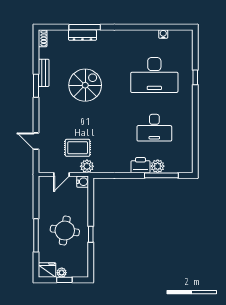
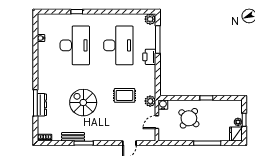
desk: (154, 128) -> (118, 45), width x1.36, depth x1.30
rug: (78, 148) -> (125, 95), moved, turned 90
plant: (158, 166) -> (150, 19), moved
door: (61, 174) -> (157, 122), swing flipped
round table: (65, 231) -> (189, 118), moved, turned 30

